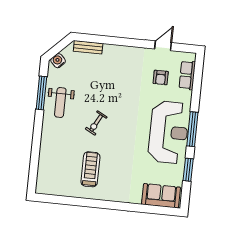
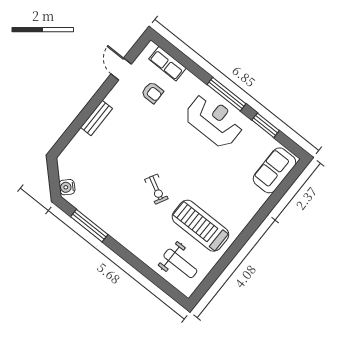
bench: (88, 47) -> (97, 118), moved
weight bench: (60, 103) -> (180, 263), moved
reception desk: (169, 132) -> (214, 121), width x0.74, depth x0.77
treadmill: (90, 169) -> (200, 226), width x1.37, depth x1.38

